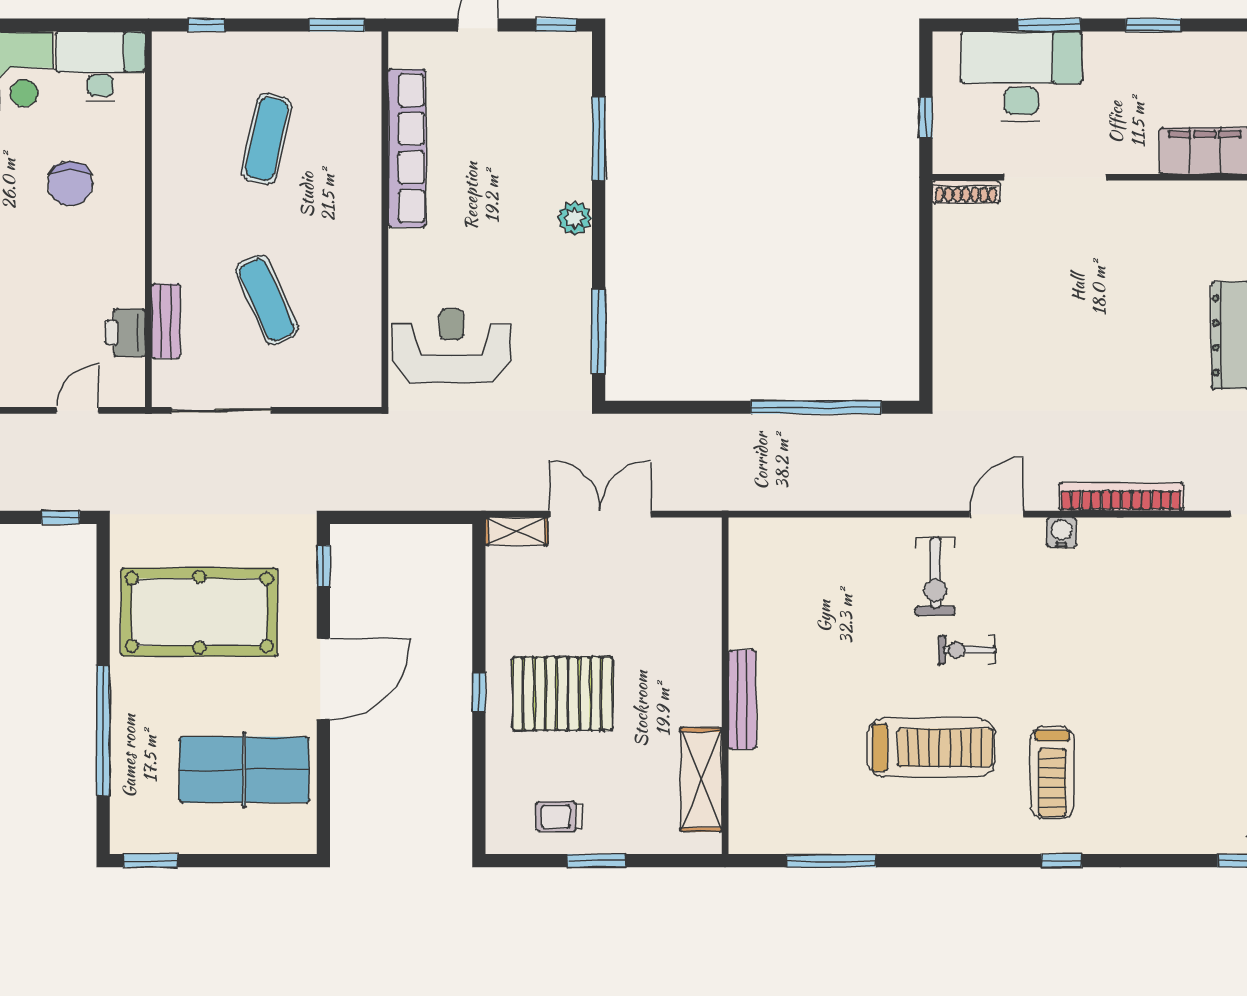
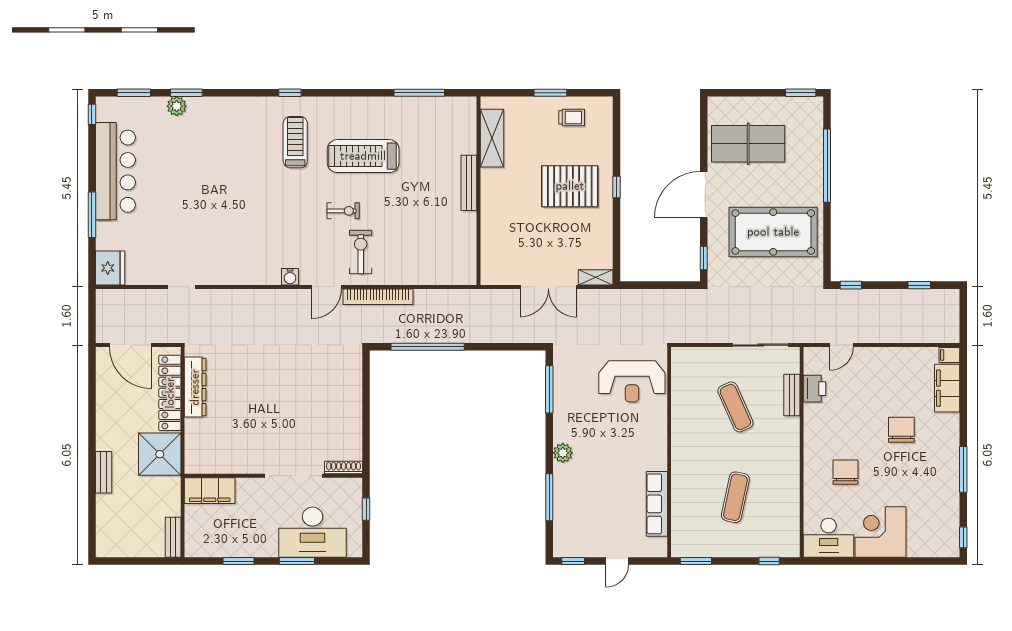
row of seats: (407, 148) -> (657, 504), width x0.73
bookcase: (1121, 497) -> (378, 297), moved

